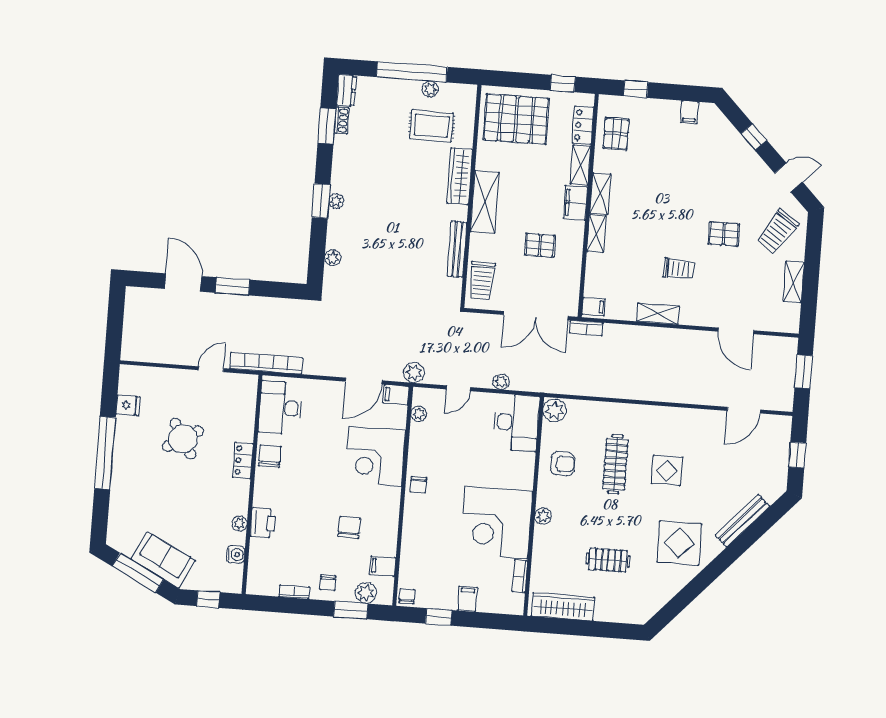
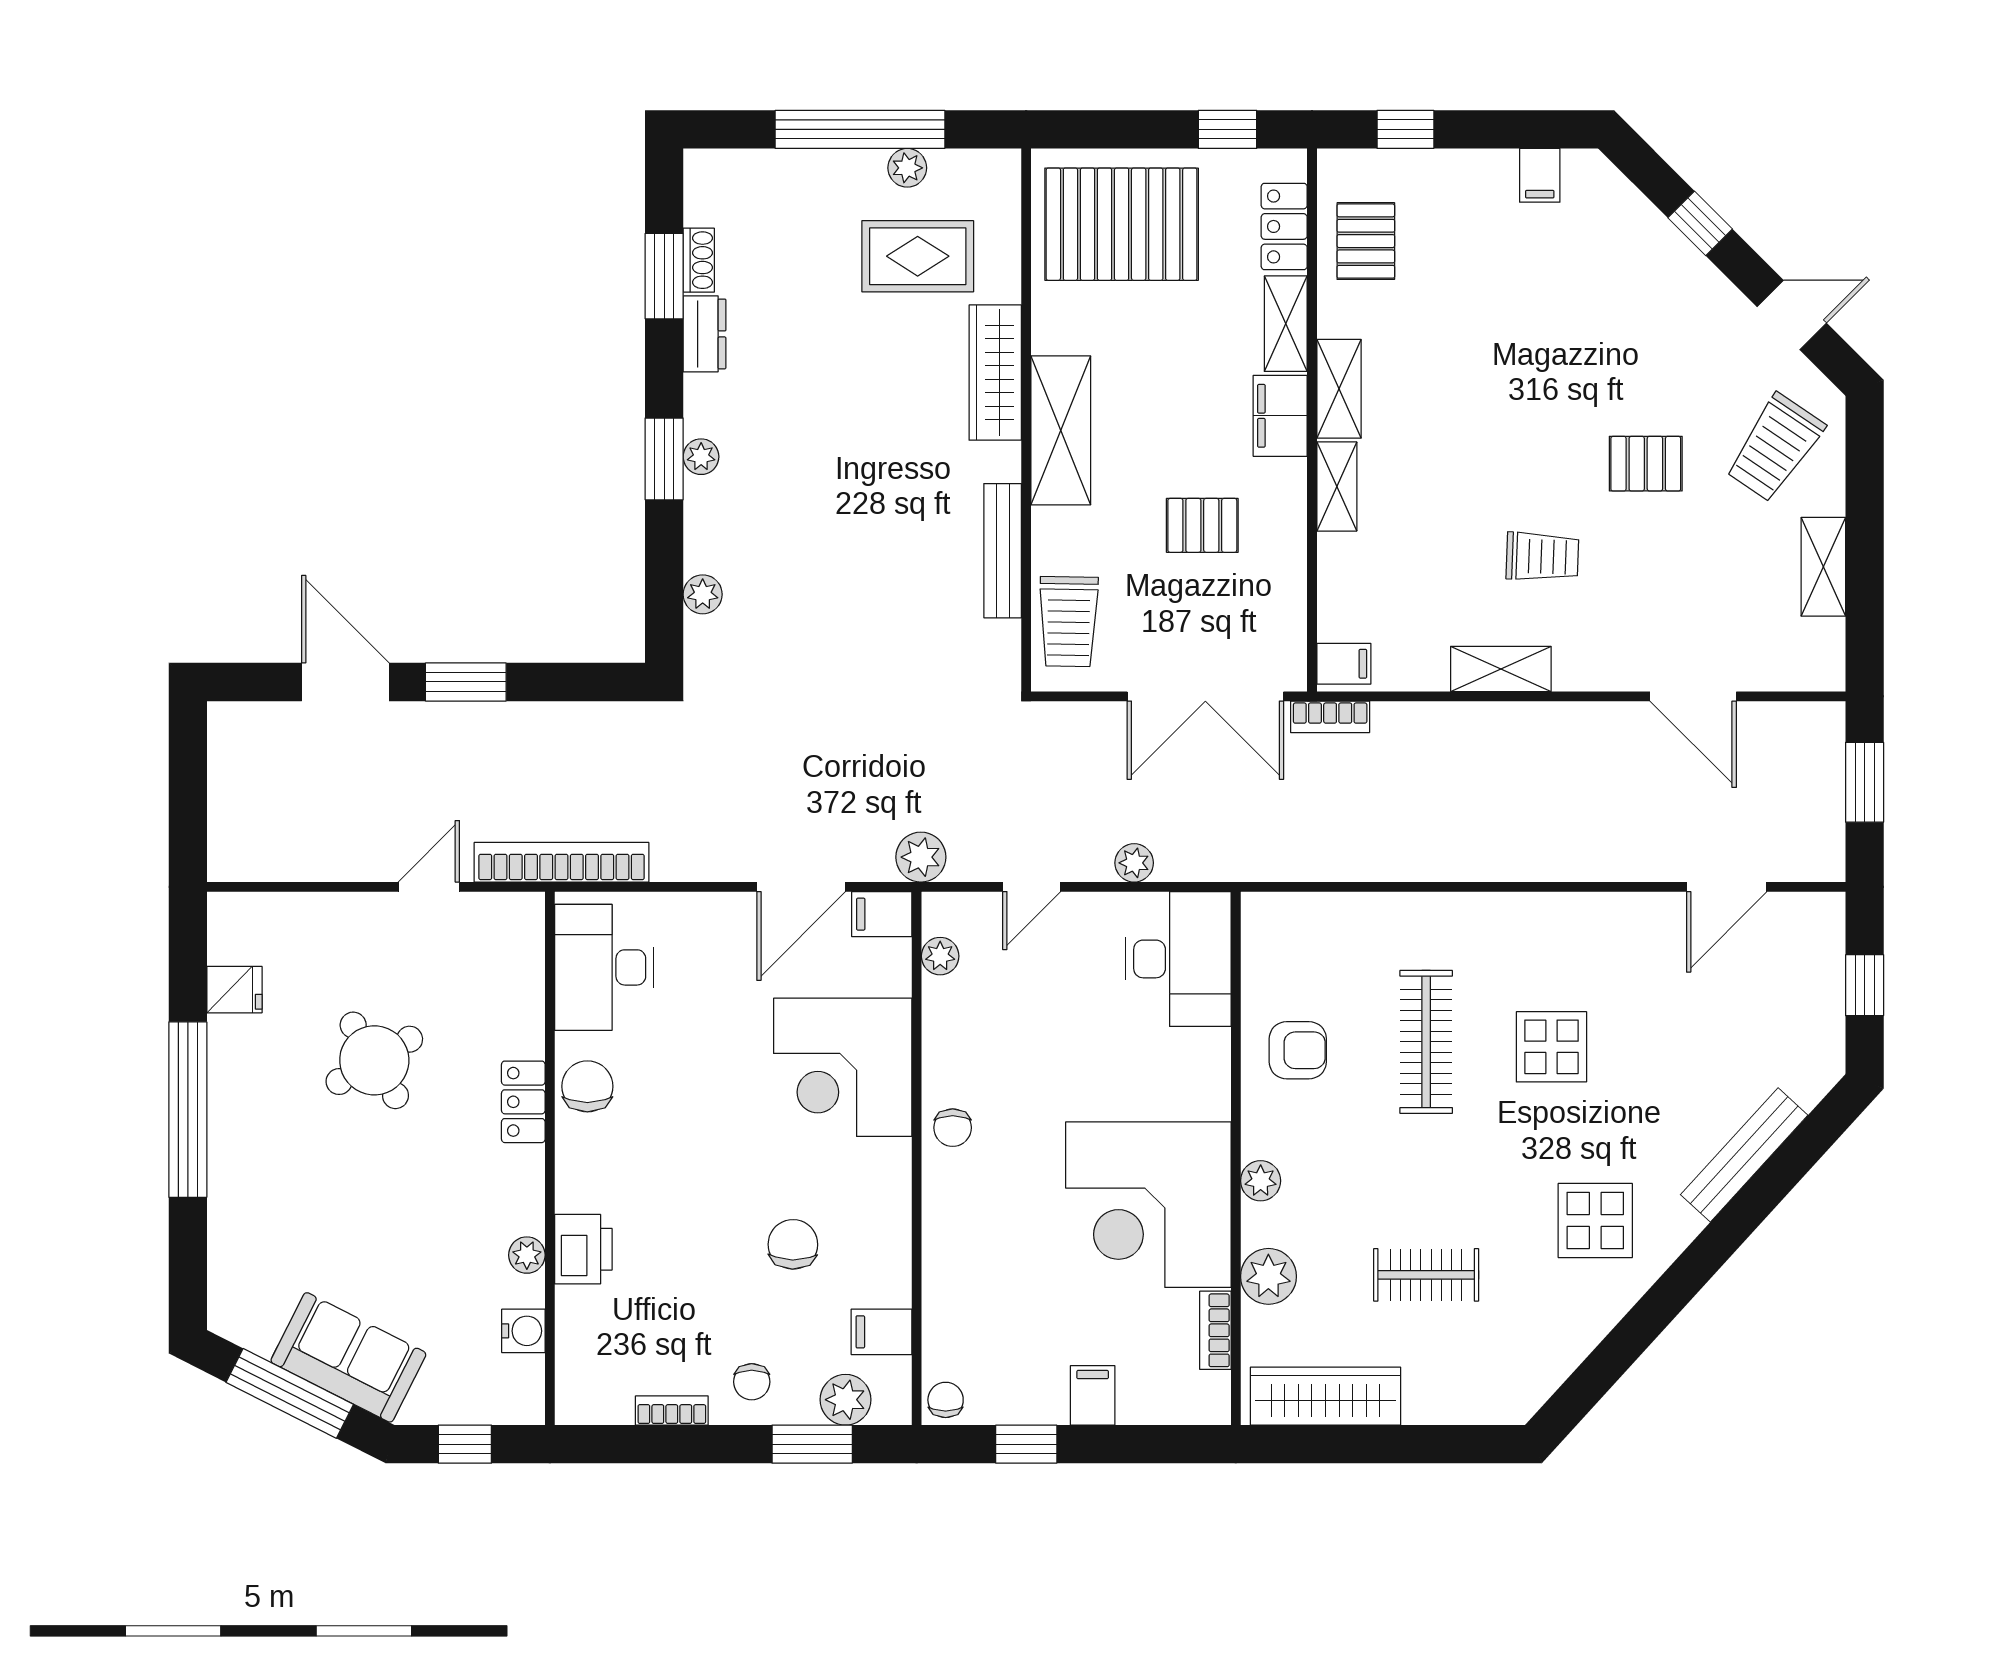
dresser: (346, 90) -> (705, 334), moved
plant: (554, 411) -> (1268, 1276), moved
display table: (679, 543) -> (1595, 1220), width x0.73, depth x0.73

